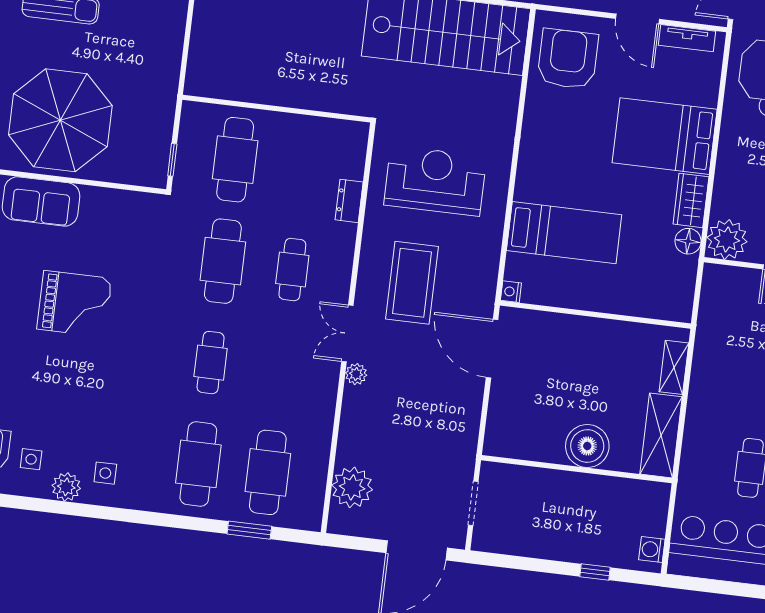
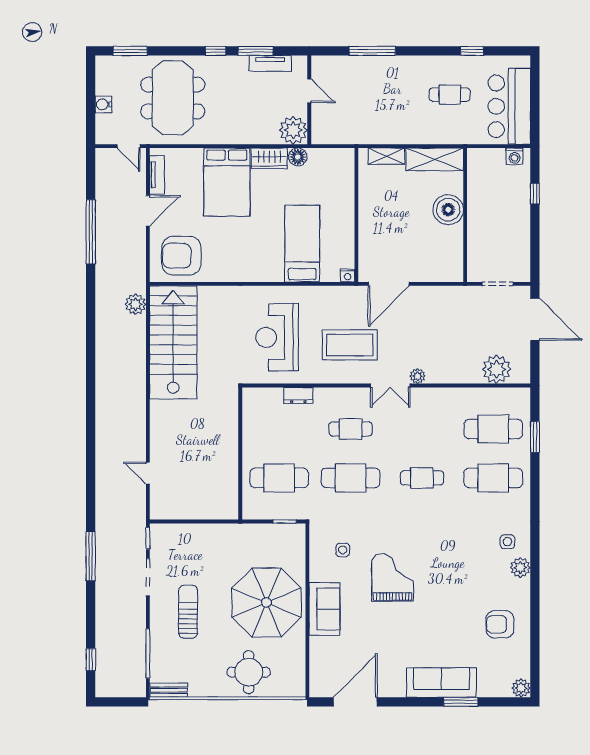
side table: (31, 459) -> (343, 550), moved

